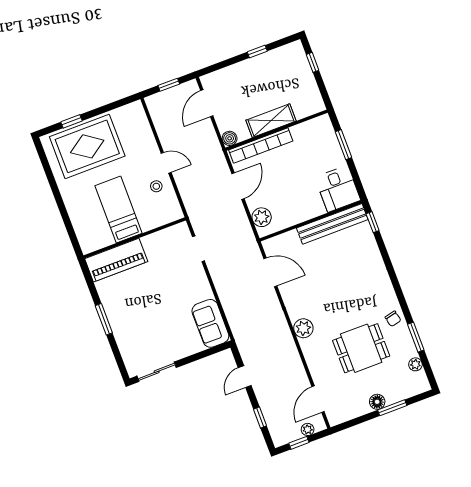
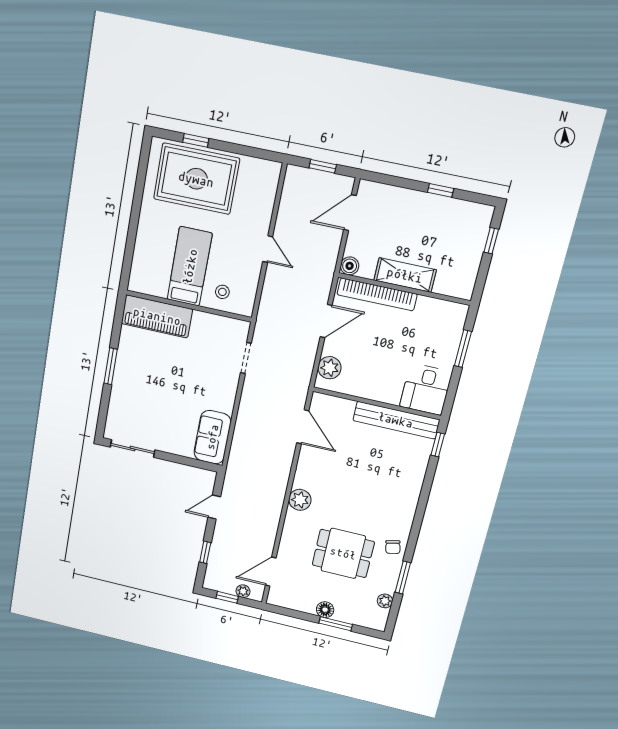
stool: (156, 186) -> (222, 292), moved

